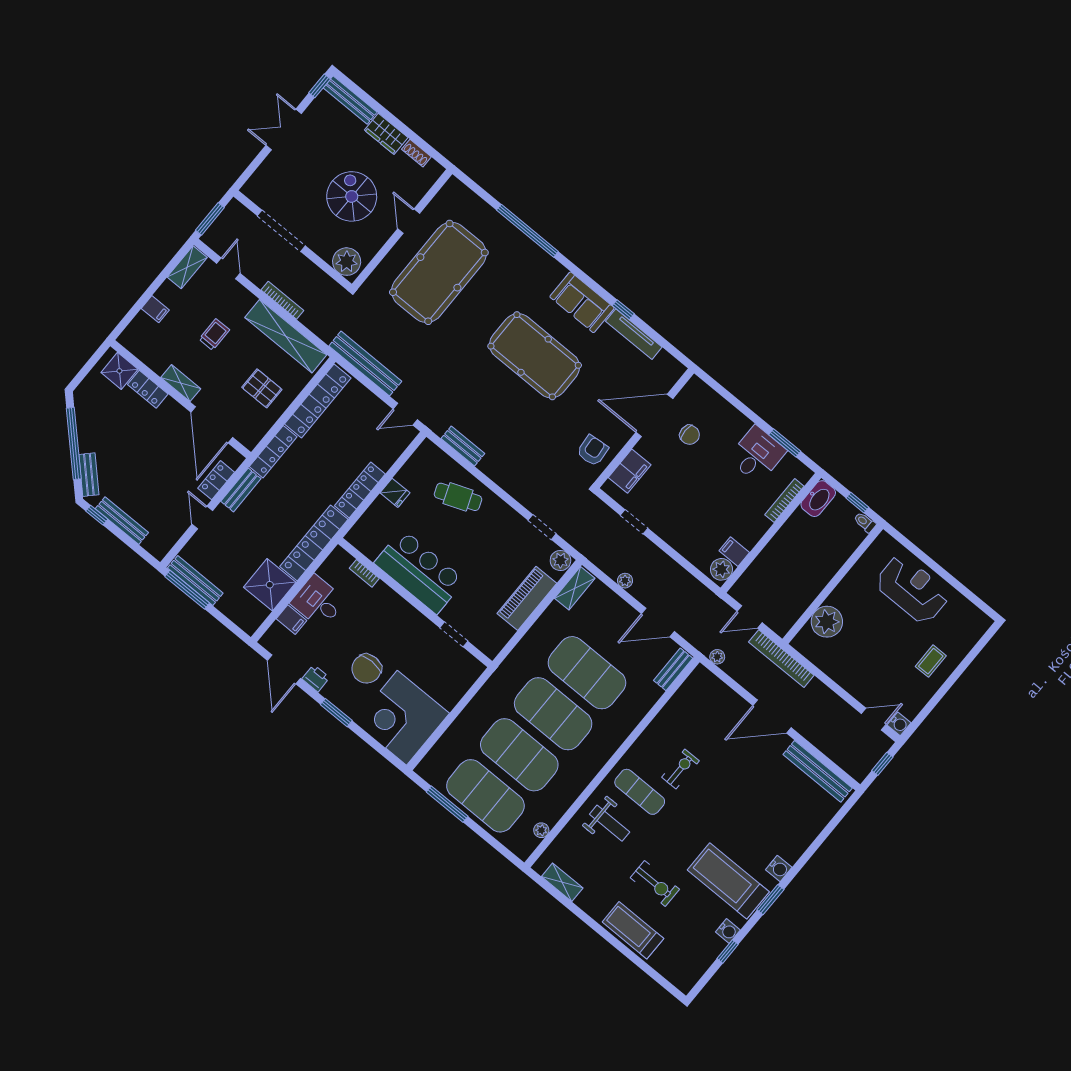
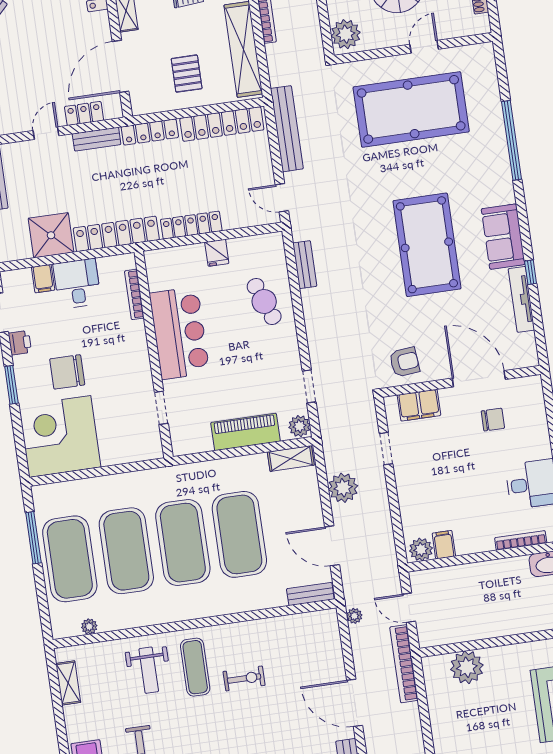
chair: (690, 435) -> (493, 420), turned -90
bookcase: (364, 573) -> (134, 294), width x1.56
plant: (625, 581) -> (343, 488), width x1.88, depth x1.88

